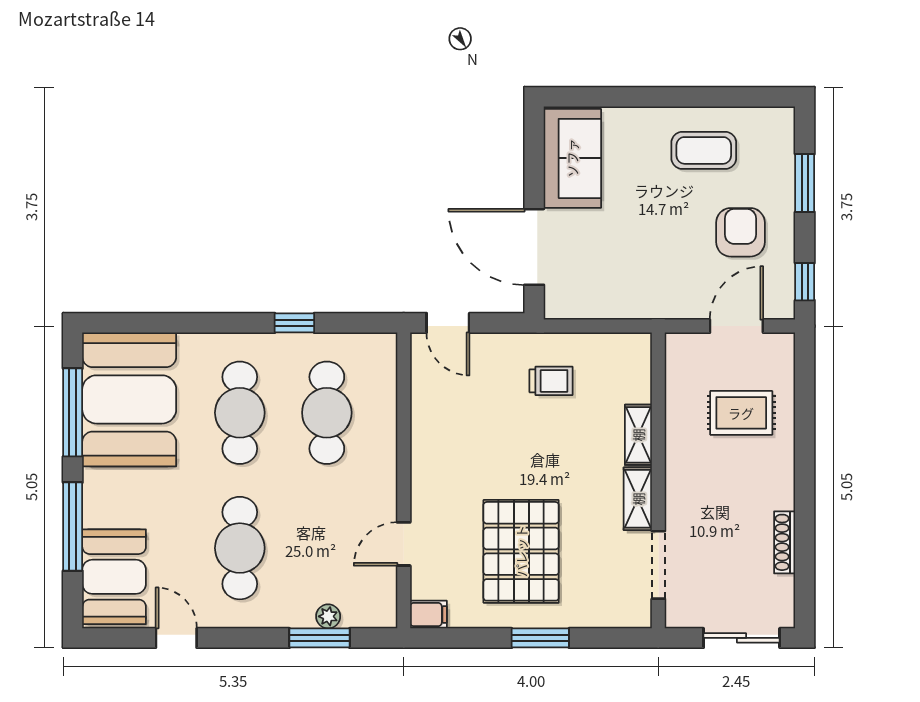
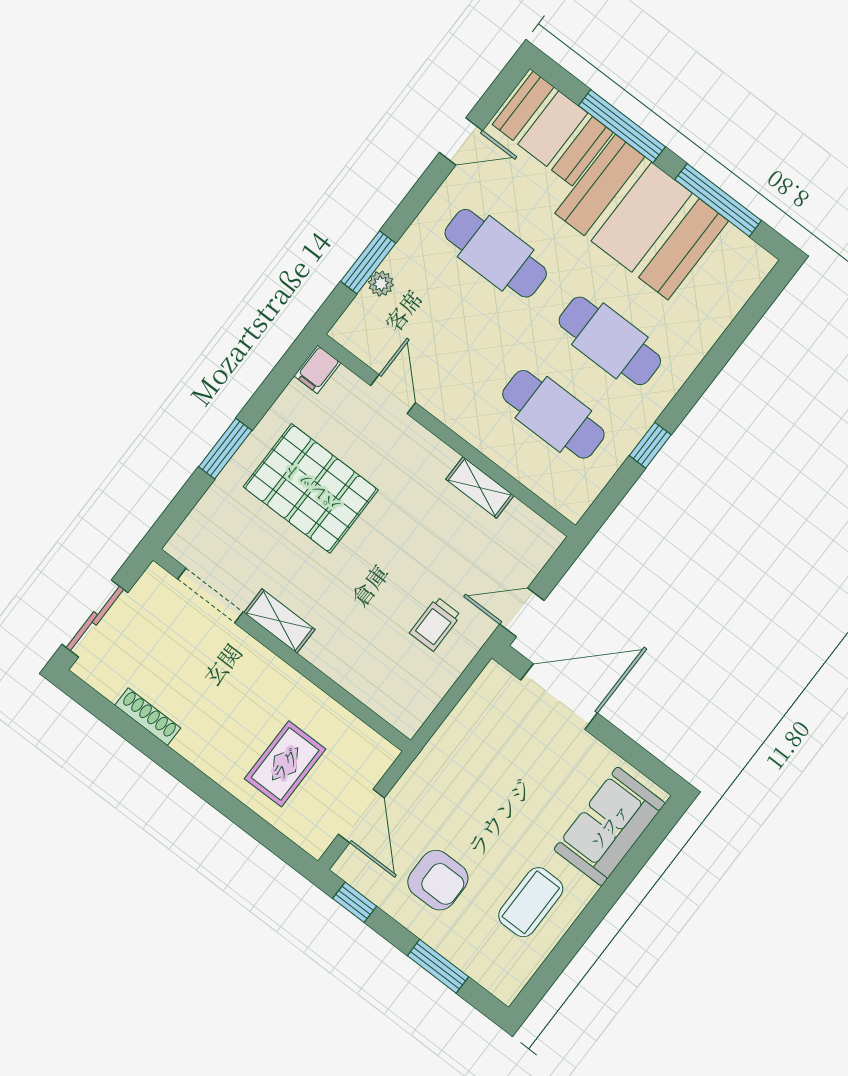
sofa: (572, 158) -> (609, 826), moved, turned 90
door: (448, 323) -> (522, 612), moved
booth: (129, 399) -> (642, 217), moved
shelving: (638, 435) -> (480, 487), moved

